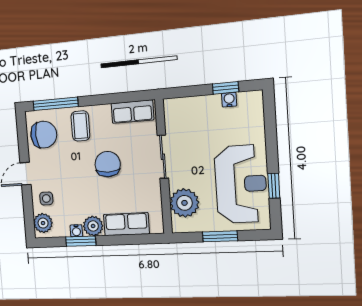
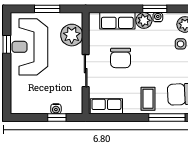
window: (226, 88) -> (57, 117), moved
water cooler: (229, 100) -> (56, 109), moved
chair: (108, 164) -> (121, 58), moved

